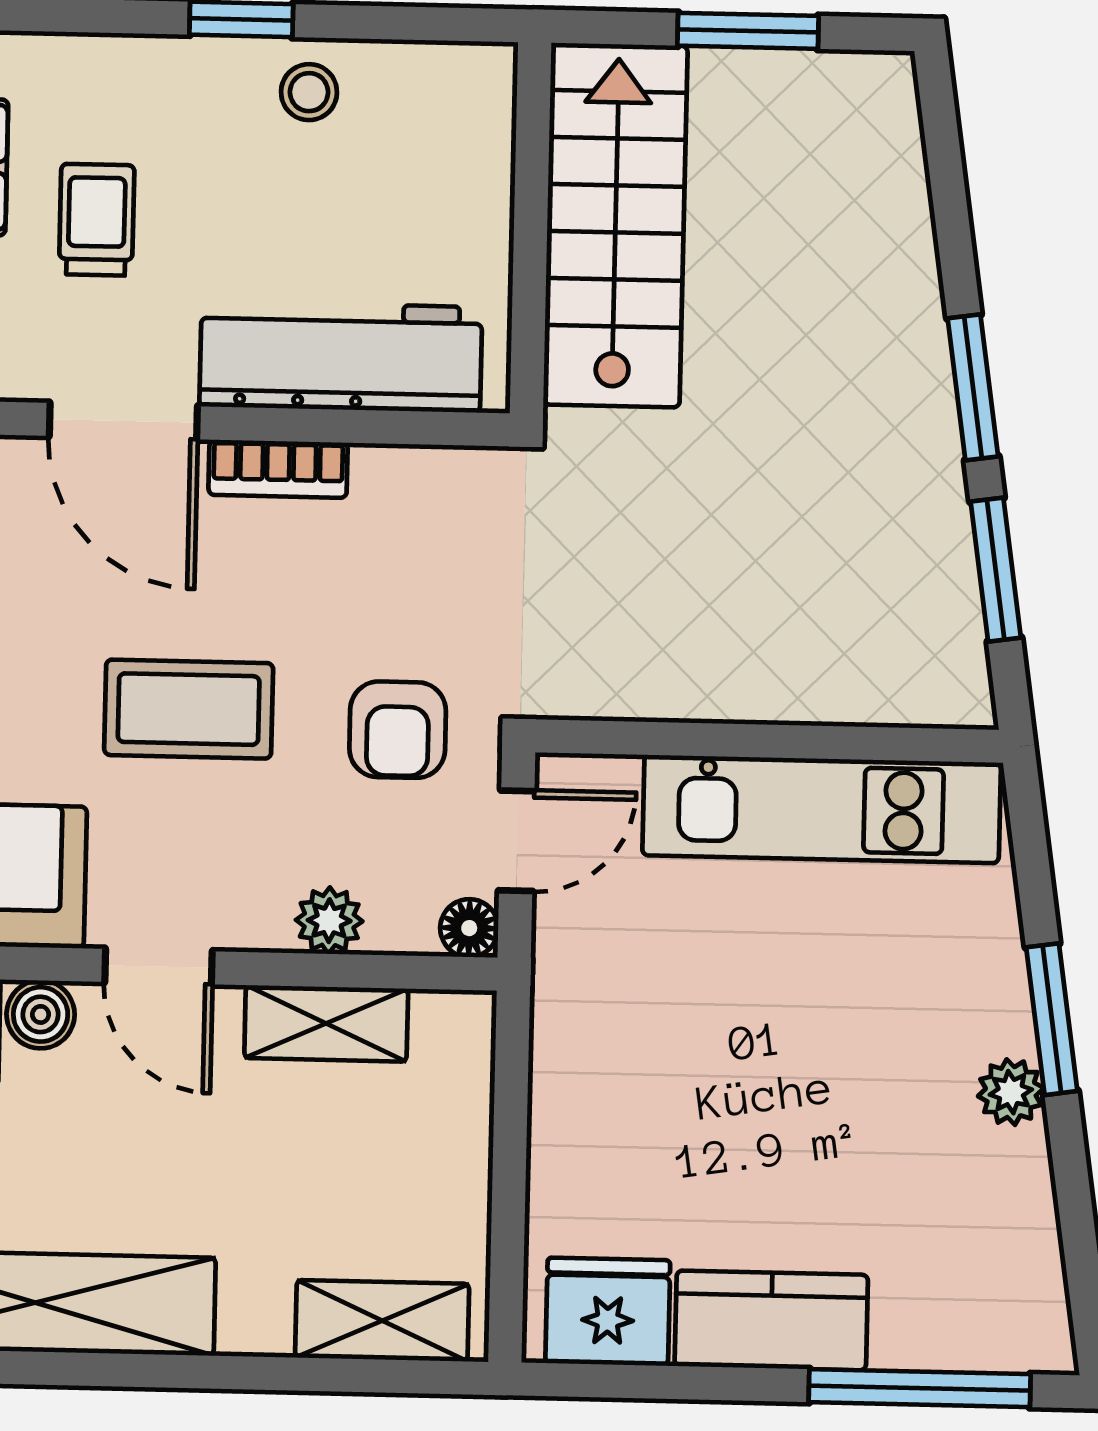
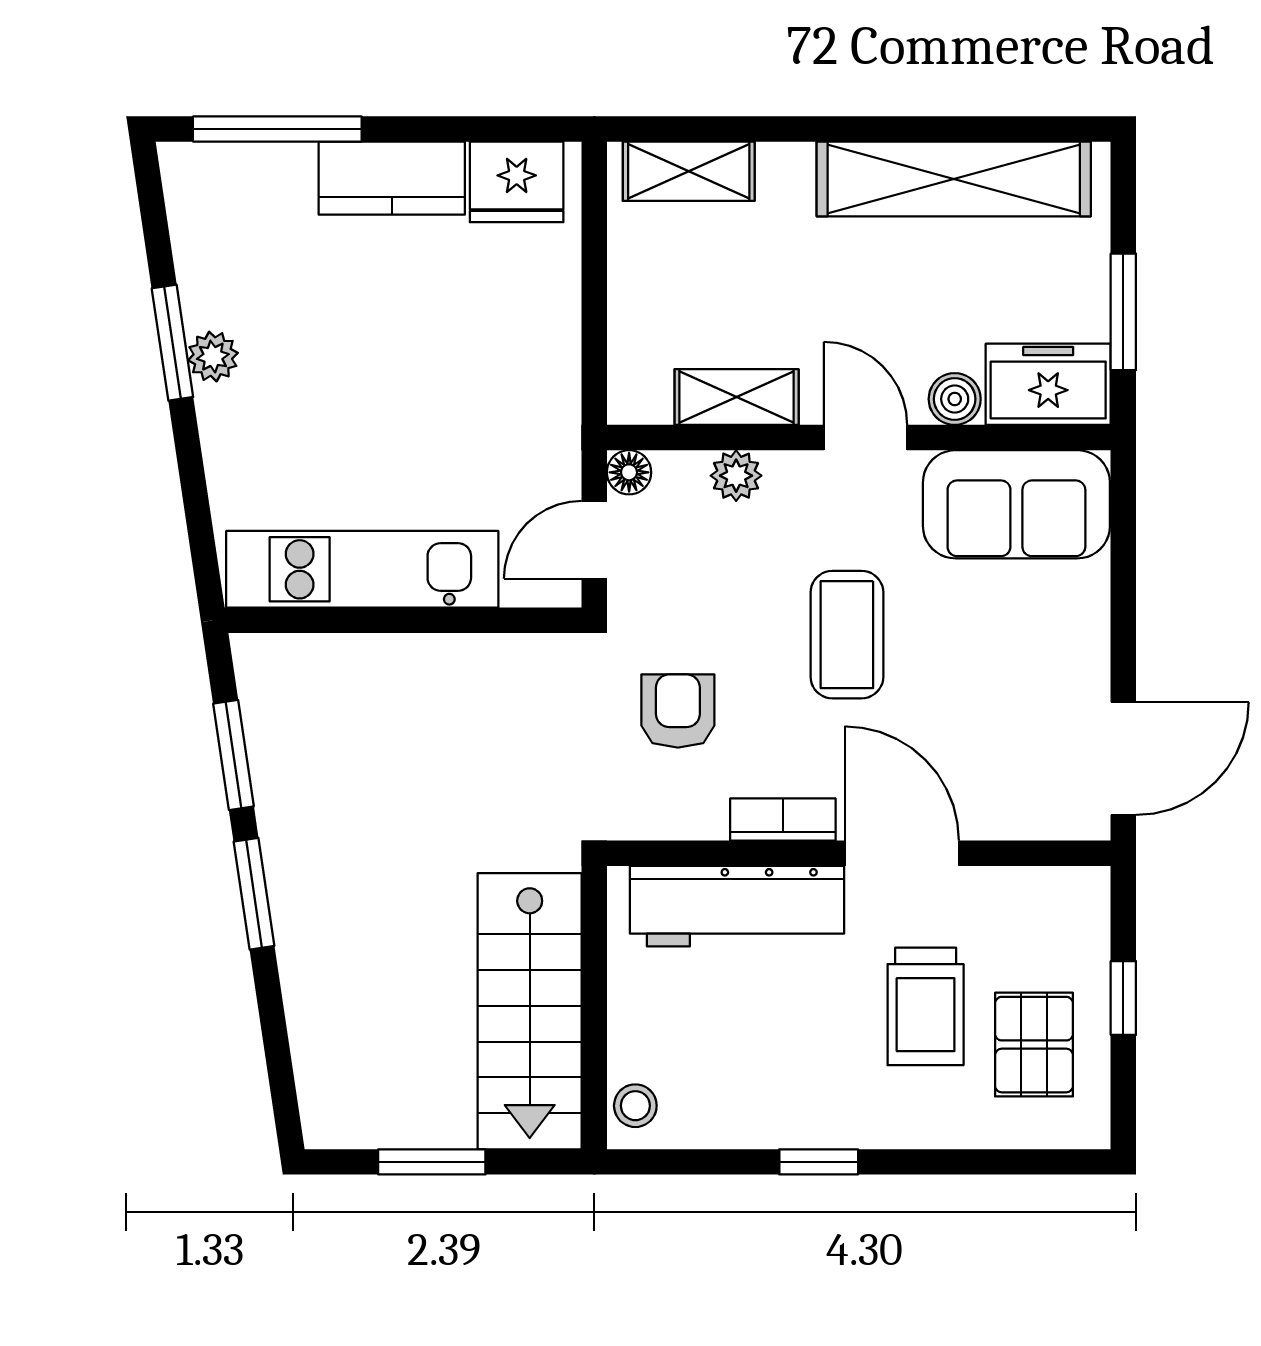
stool: (309, 92) -> (635, 1106), moved
trolley: (97, 220) -> (926, 1006), width x1.36, depth x1.39
coffee table: (189, 709) -> (847, 635), turned 90
armchair: (398, 730) -> (678, 711), moved
window: (1052, 1019) -> (172, 343), moved

